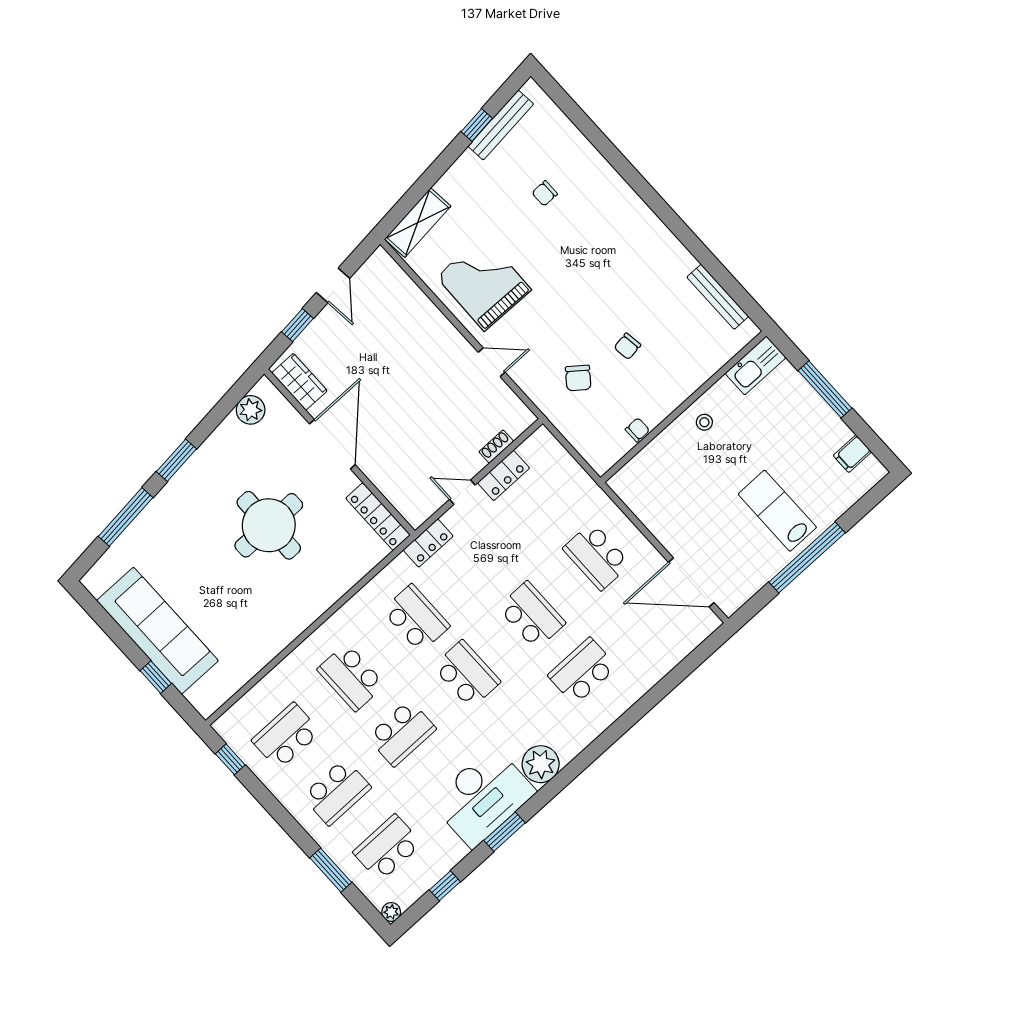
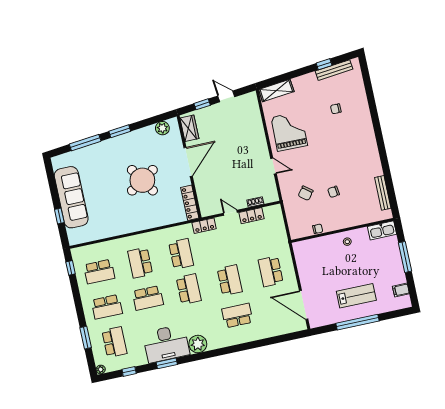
door: (333, 285) -> (226, 96), swing flipped
lab bench: (777, 511) -> (356, 296), turned 90
round table: (269, 525) -> (142, 180), turned -33
school desk: (286, 736) -> (99, 272), turned 180
school desk: (387, 848) -> (114, 342), turned 90

